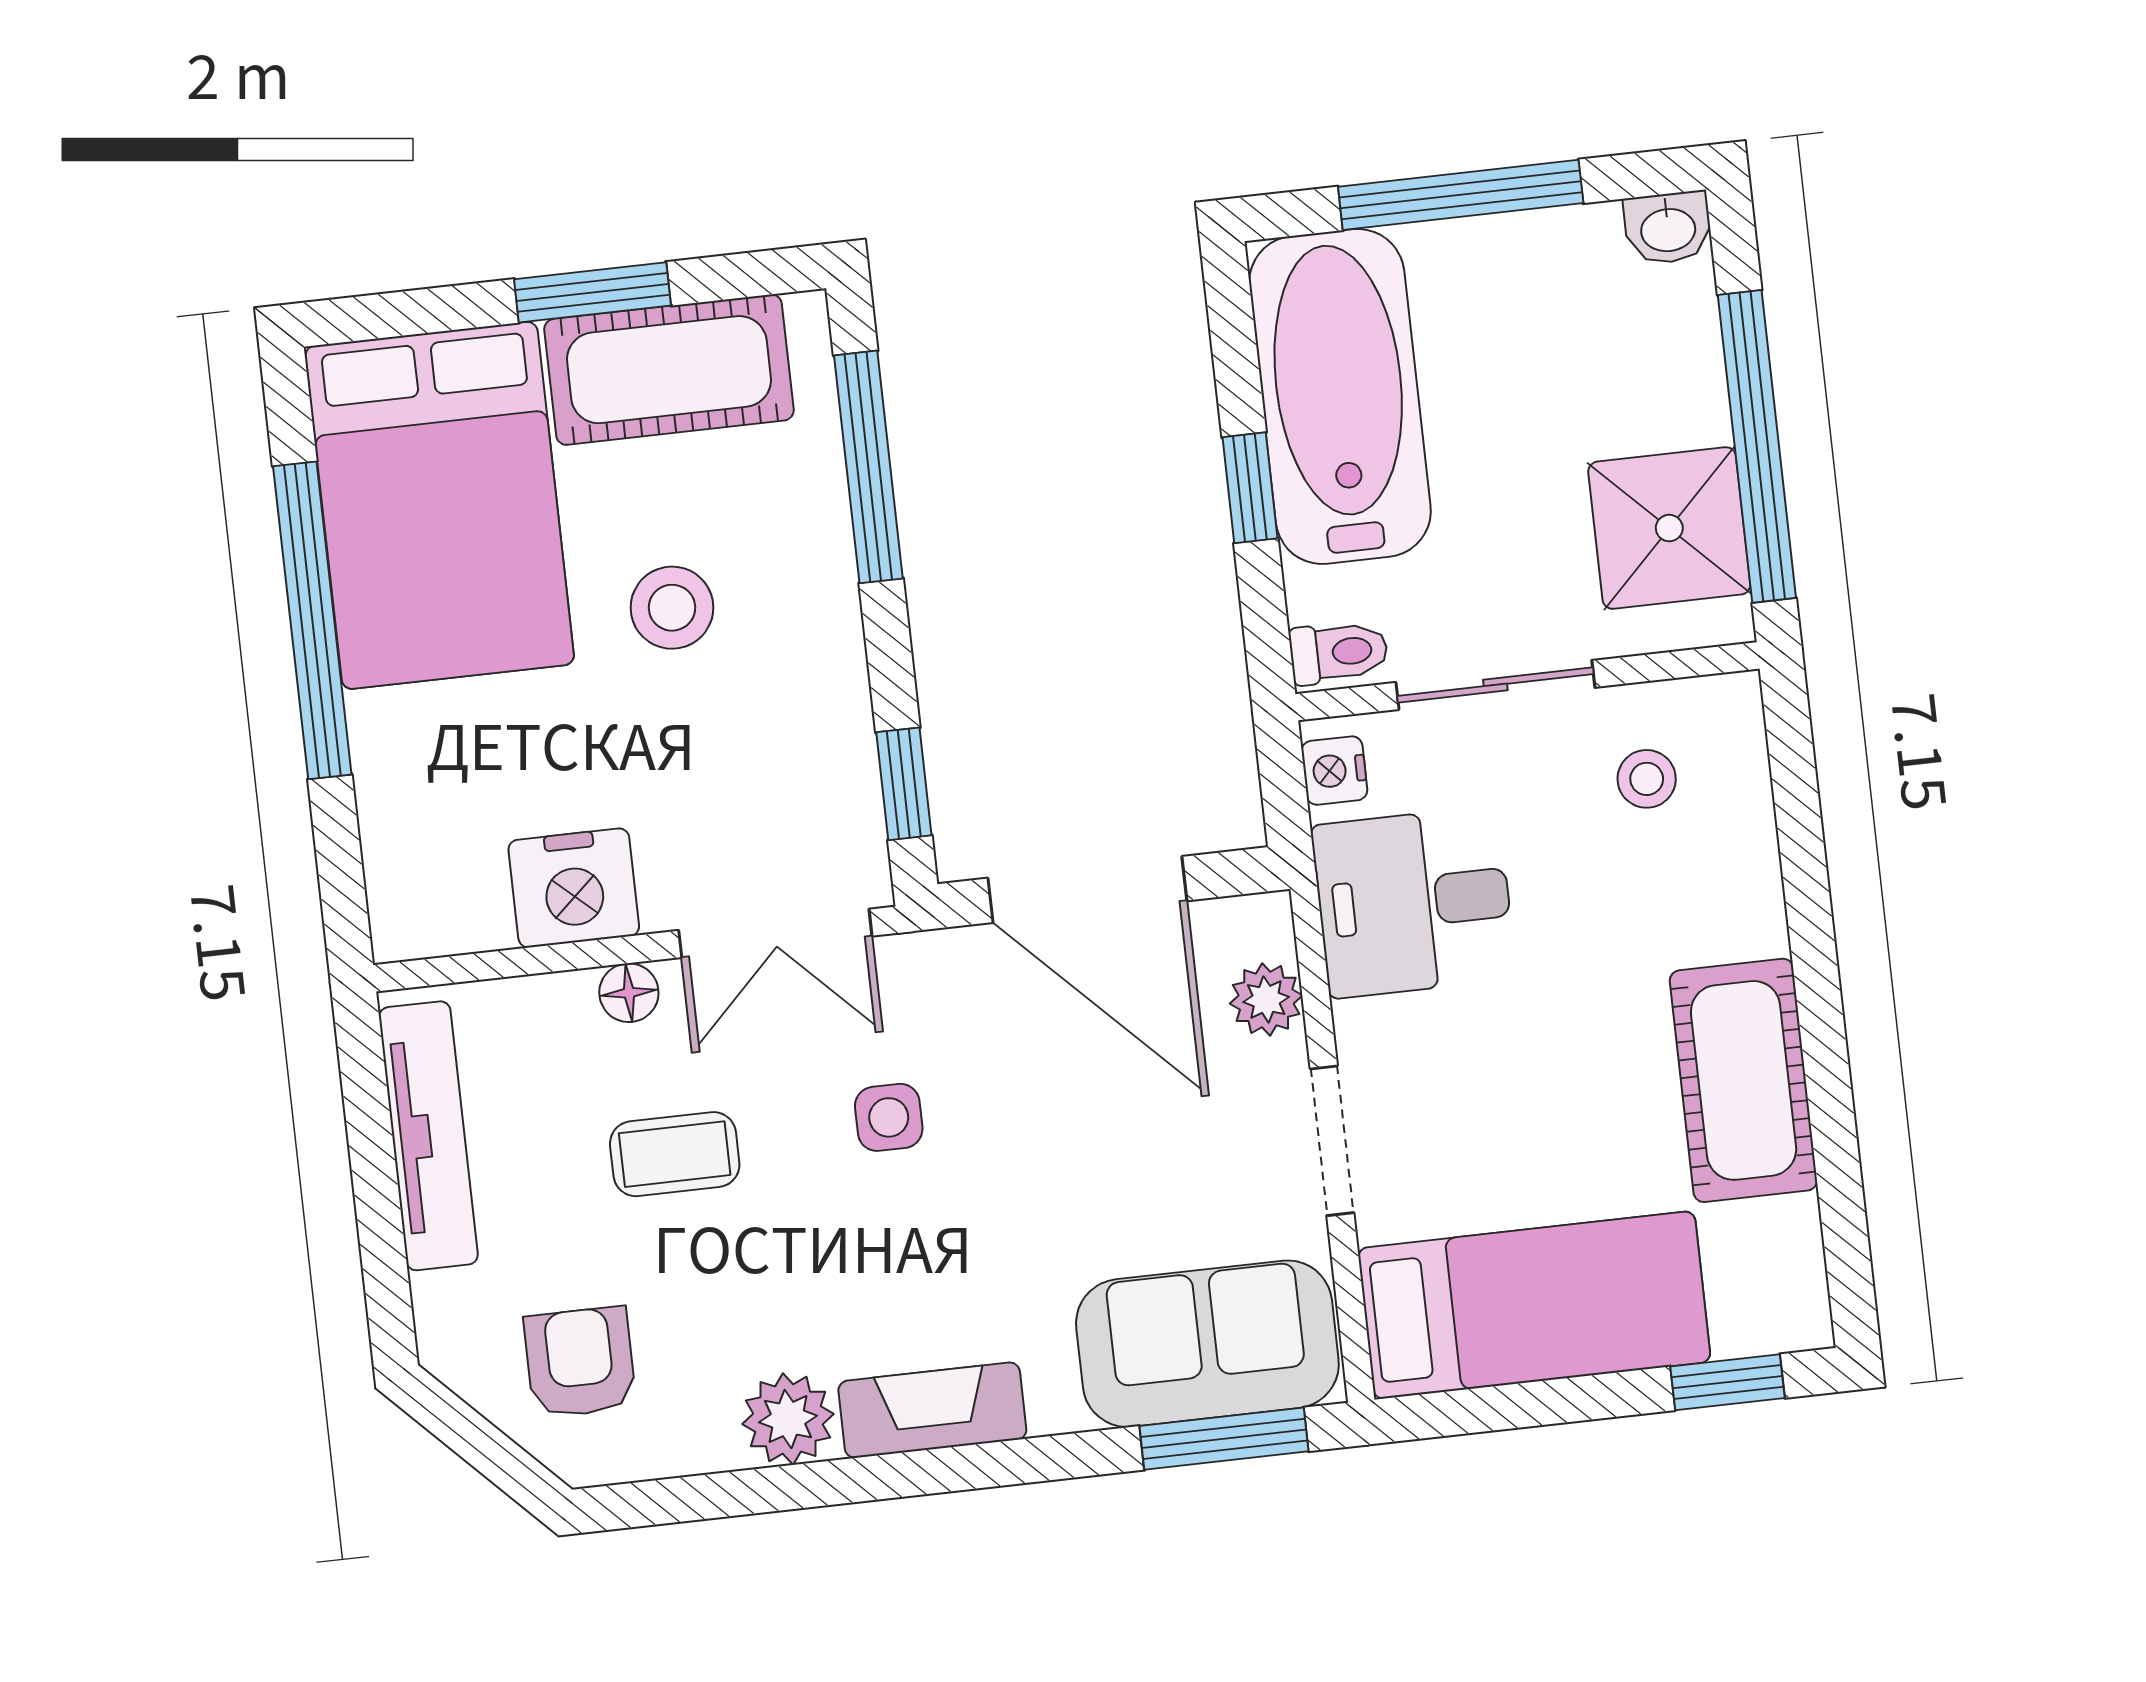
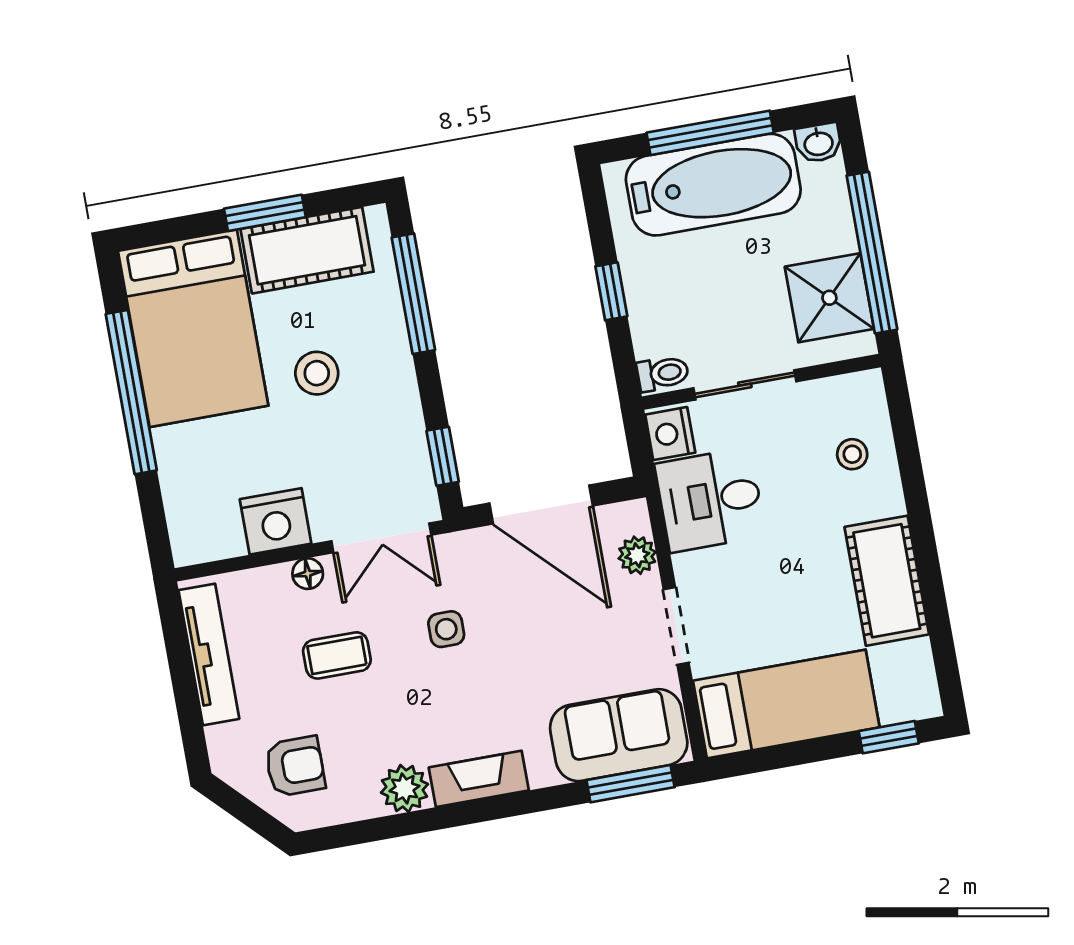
bathtub: (1340, 397) -> (713, 185), moved, turned 90
nightstand: (1334, 771) -> (670, 434), width x1.39, depth x1.35
stool: (1647, 779) -> (852, 454), moved
armchair: (580, 1362) -> (295, 766), turned 90

